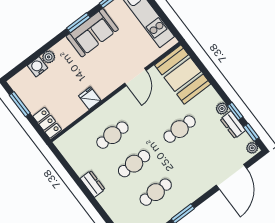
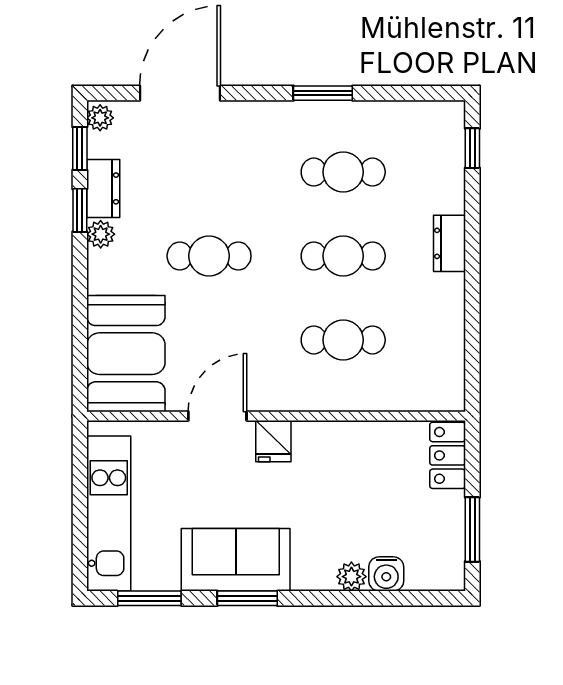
fridge: (90, 98) -> (273, 441), moved
dresser: (93, 184) -> (449, 243), moved

